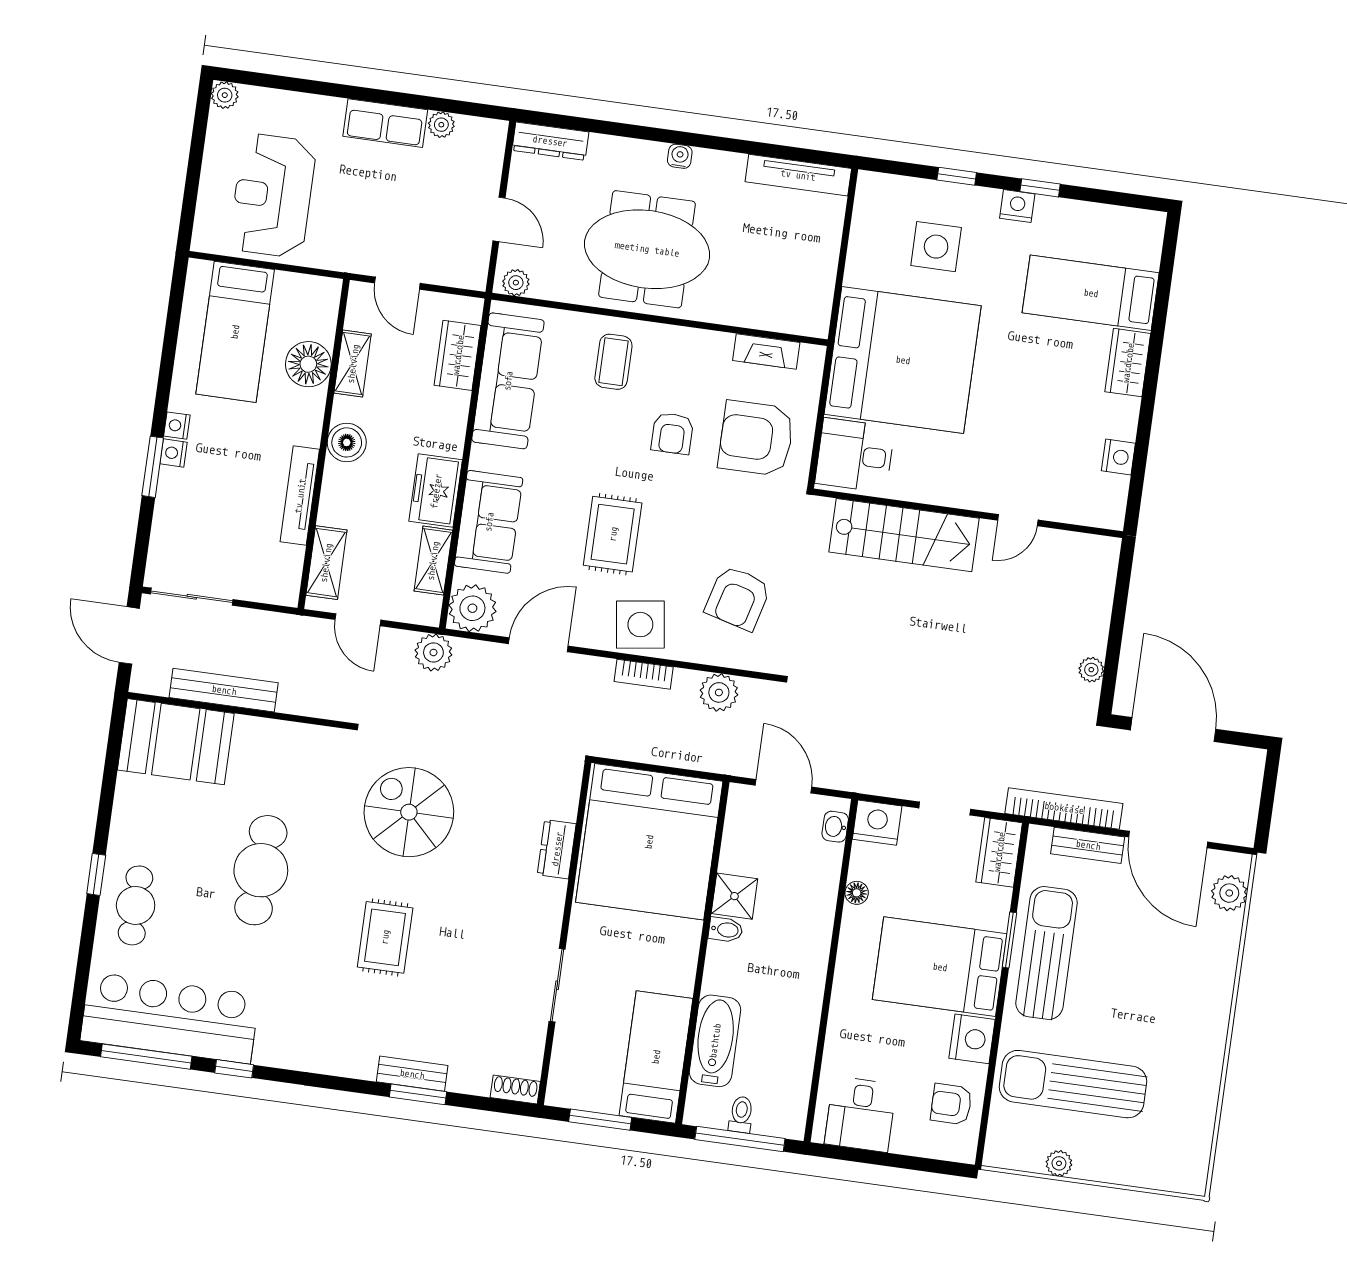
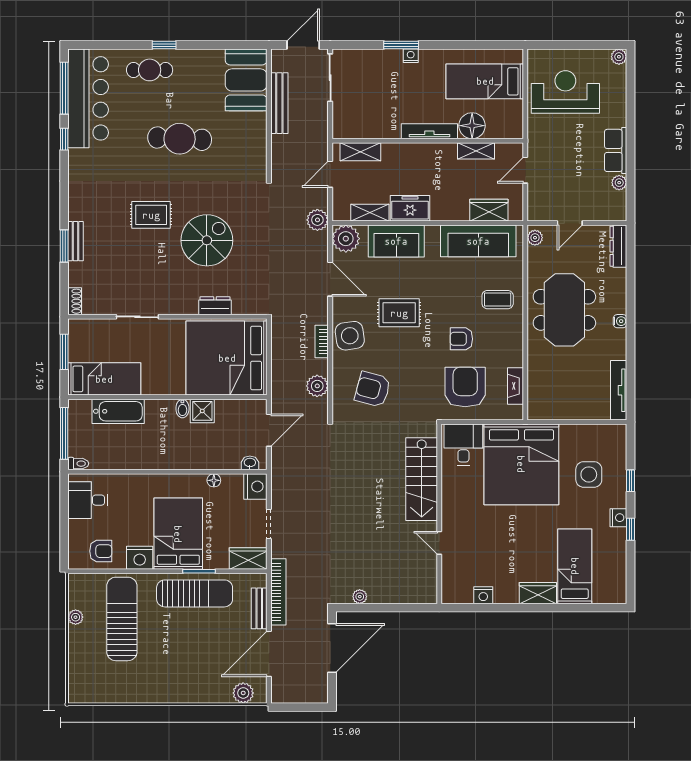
nightstand: (177, 426) -> (427, 56), removed
boiler: (347, 442) -> (430, 154), removed
tv unit: (300, 496) -> (429, 131), moved
spiral stairs: (409, 812) -> (207, 240), moved
armchair: (951, 1104) -> (101, 551), turned 90
toilet: (741, 1114) -> (78, 464), moved

